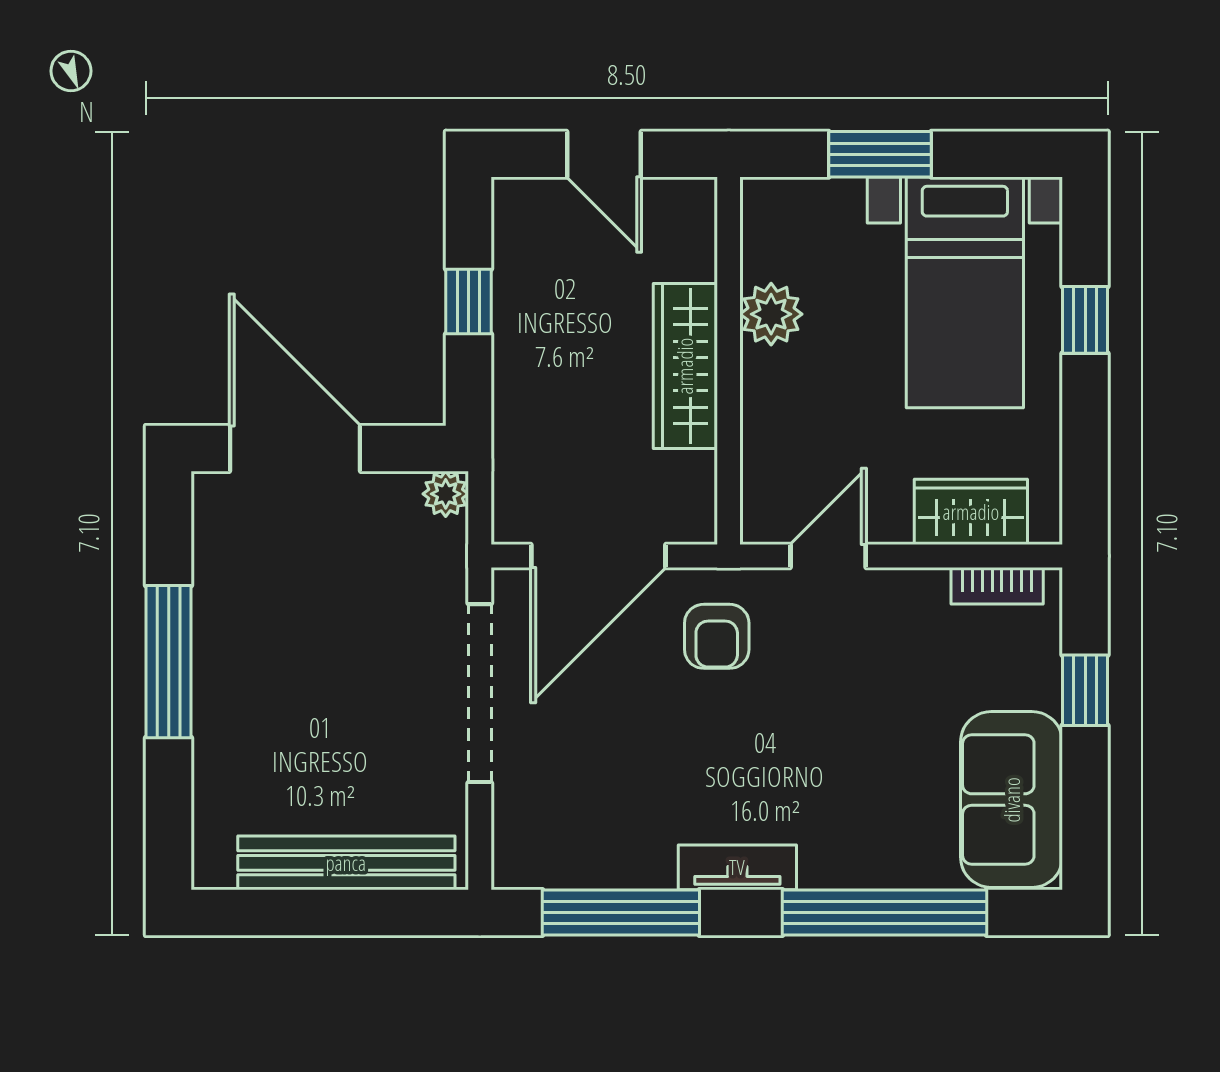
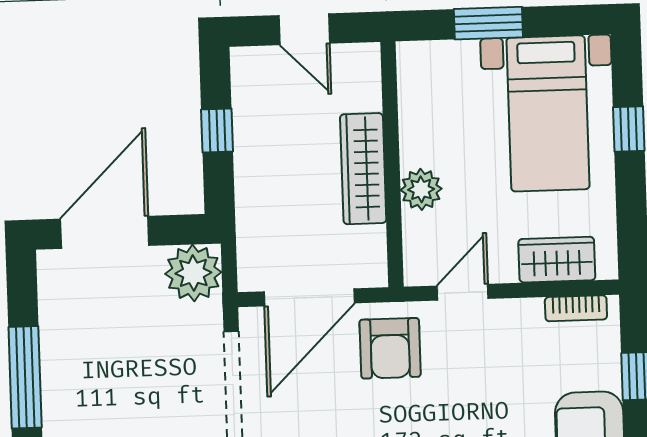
plant: (771, 314) -> (421, 189), moved
door: (295, 449) -> (105, 232), hinge flipped
plant: (446, 494) -> (193, 273), width x1.88, depth x1.88
armchair: (717, 636) -> (390, 348), width x1.38, depth x1.38

